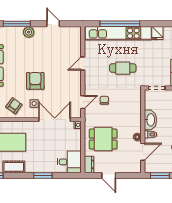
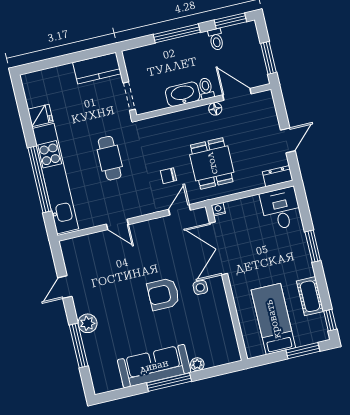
door: (83, 102) -> (180, 210), hinge flipped
armchair: (14, 106) -> (212, 319), removed
dining table: (103, 139) -> (212, 163), moved

